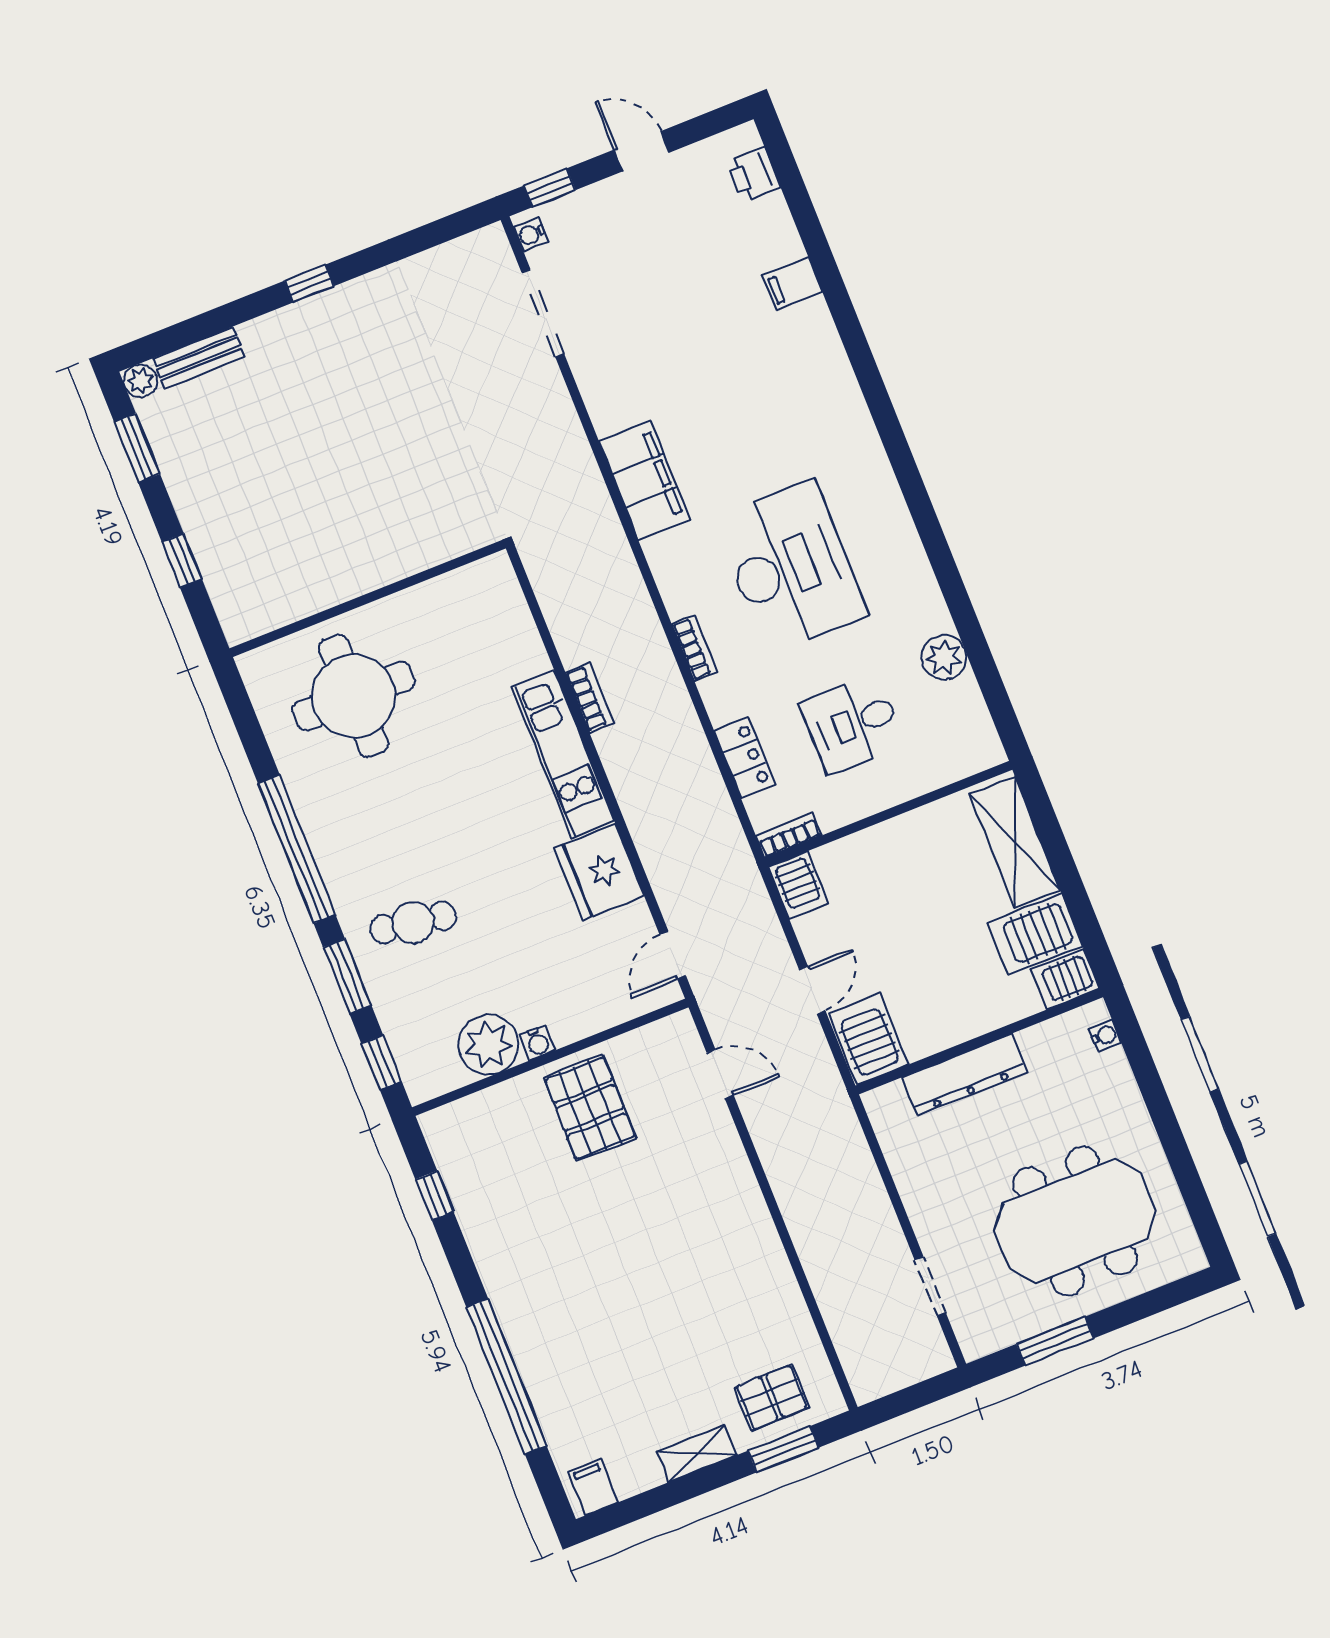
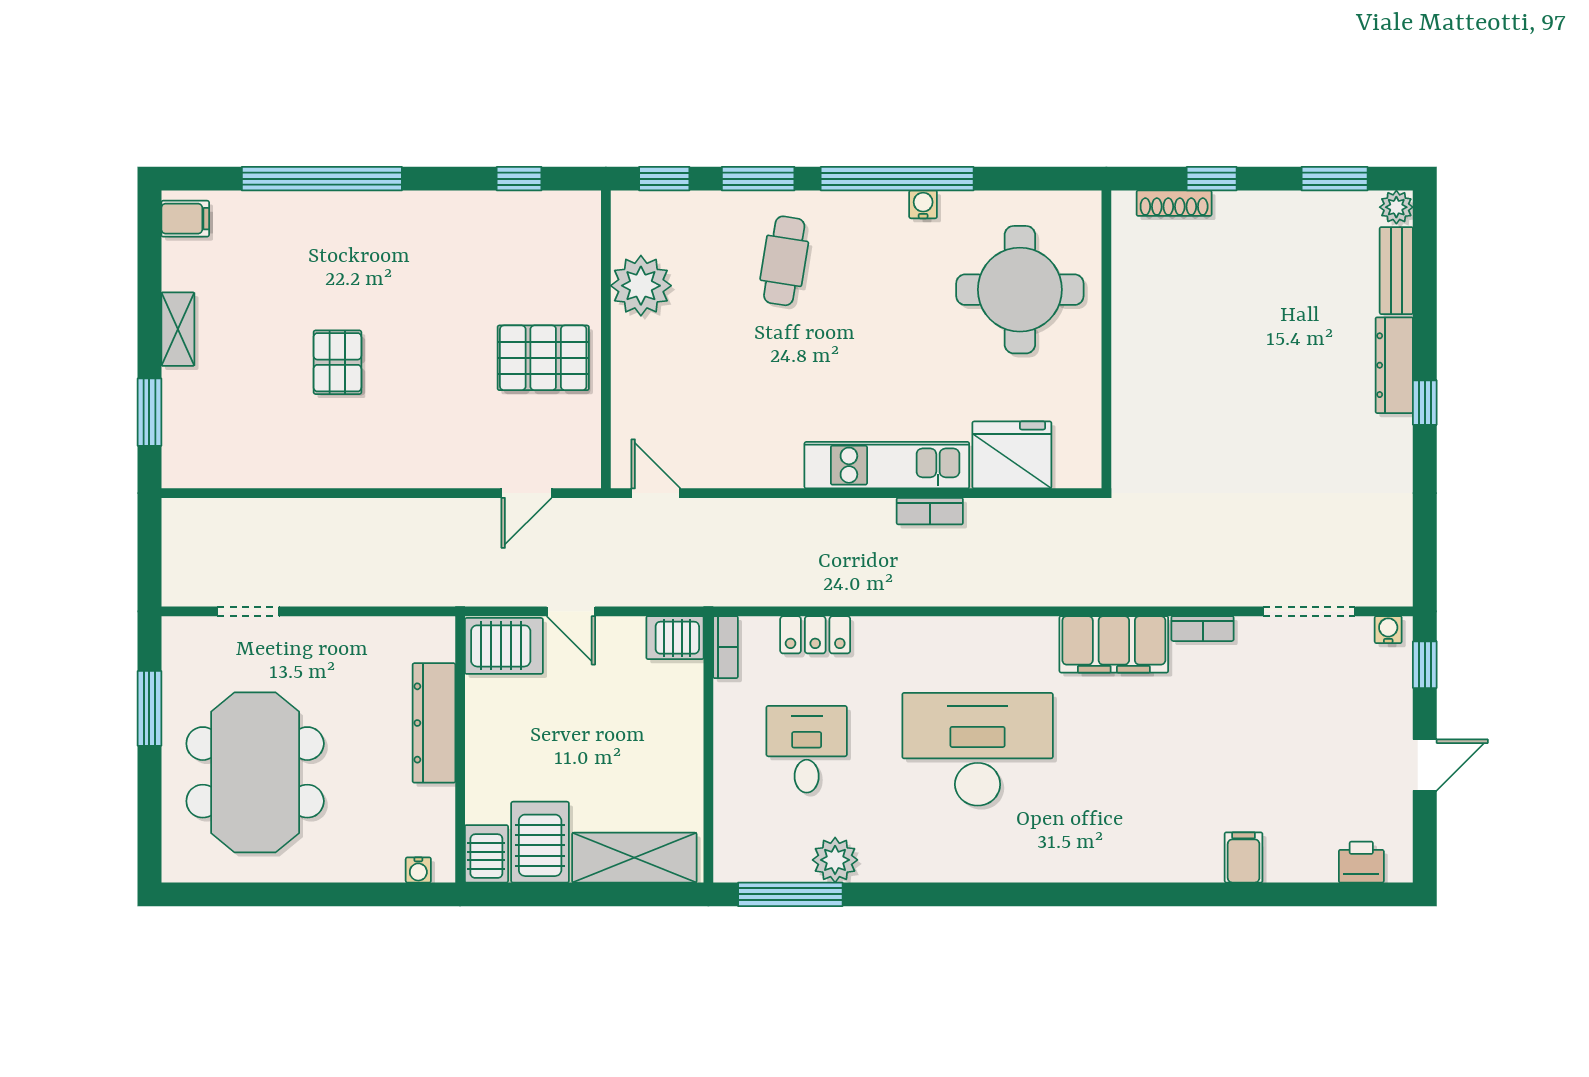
dresser: (286, 325) -> (1394, 365), added
desk: (790, 567) -> (978, 749), turned 180
shoe rack: (218, 586) -> (1174, 203), added
bookcase: (695, 648) -> (1203, 629), moved
window: (992, 686) -> (790, 894), added
fridge: (599, 872) -> (1012, 455), moved
water cooler: (538, 1043) -> (923, 204), moved, turned 90
pallet: (772, 1397) -> (337, 362), moved

